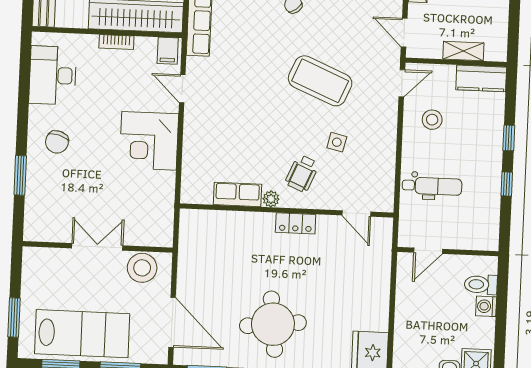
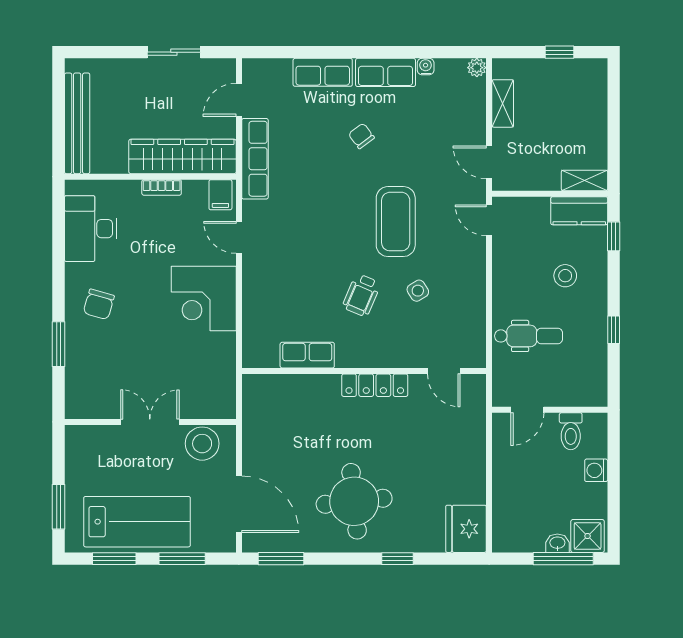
shelving: (463, 51) -> (584, 180), moved
coffee table: (320, 81) -> (396, 222), turned 67
door: (402, 83) -> (489, 220), swing flipped
stool: (432, 120) -> (565, 276), moved
window: (509, 138) -> (614, 236), moved
side table: (337, 142) -> (418, 291), turned 45
wheelchair: (302, 173) -> (361, 295), moved
plant: (271, 199) -> (346, 359), removed
locker: (296, 223) -> (375, 385), width x1.53
toilet: (481, 285) -> (571, 431), moved, turned -90

